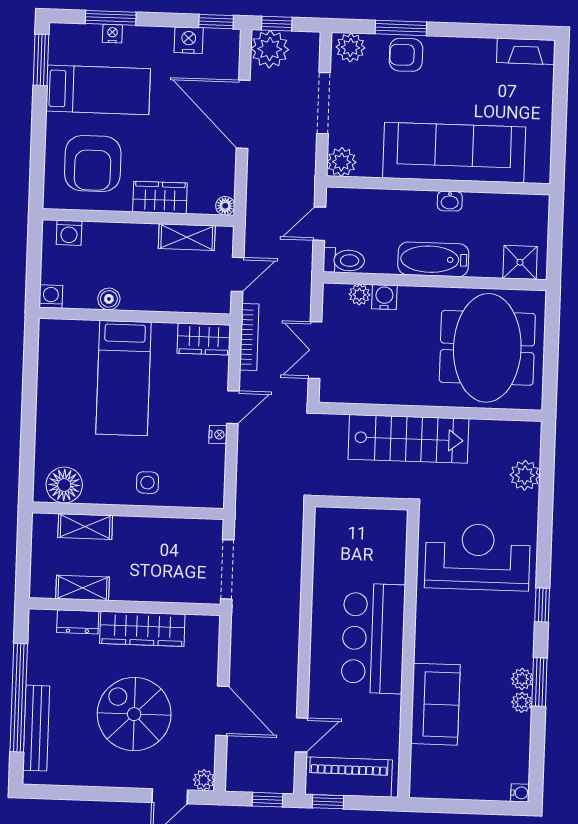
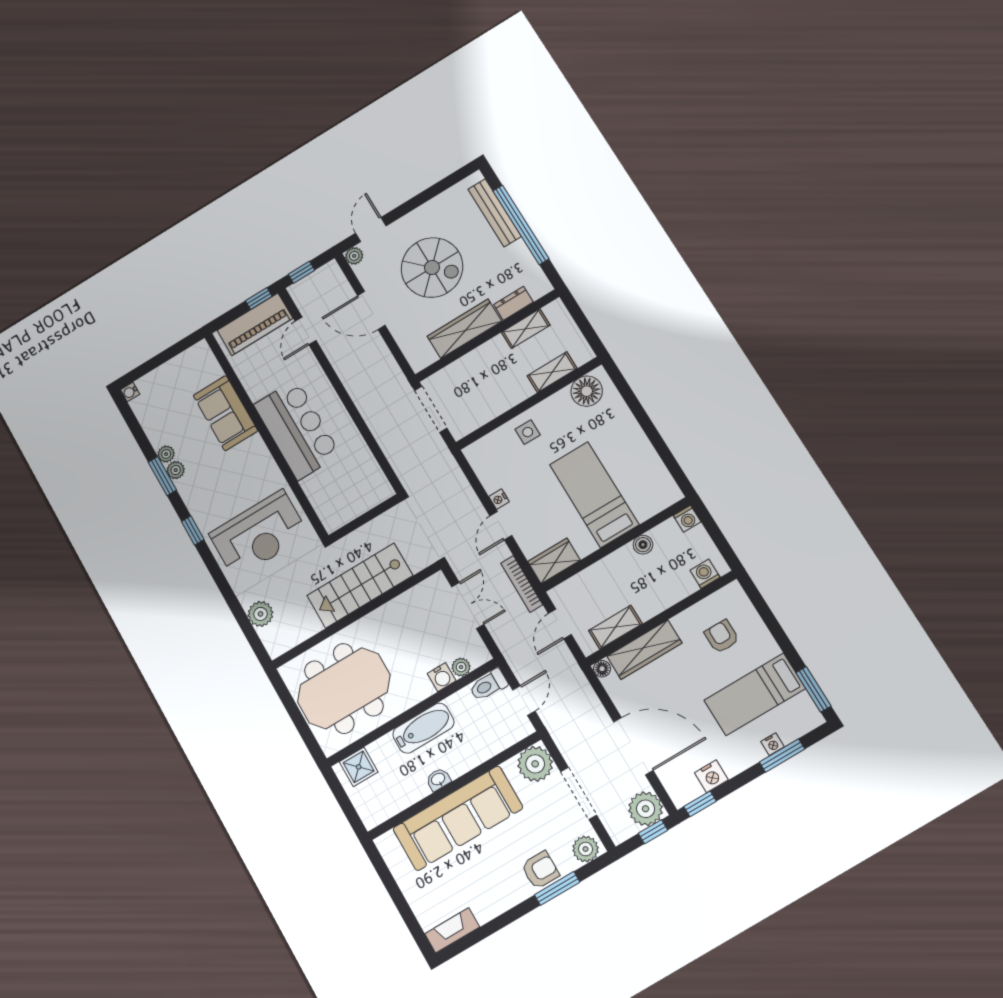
plant: (342, 162) -> (535, 764), width x1.36, depth x1.36
armchair: (93, 164) -> (722, 636), width x0.53, depth x0.53
wardrobe: (160, 197) -> (644, 650), width x1.50
meeting table: (487, 348) -> (344, 688), turned 90

